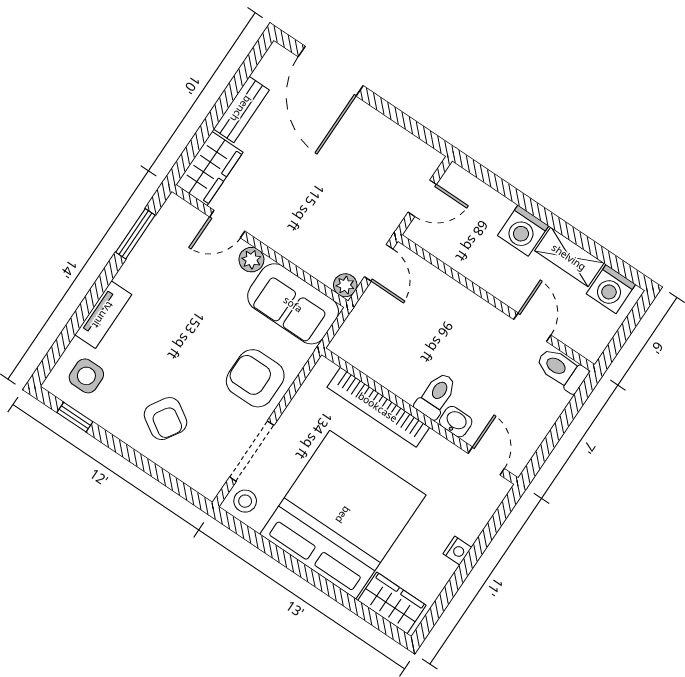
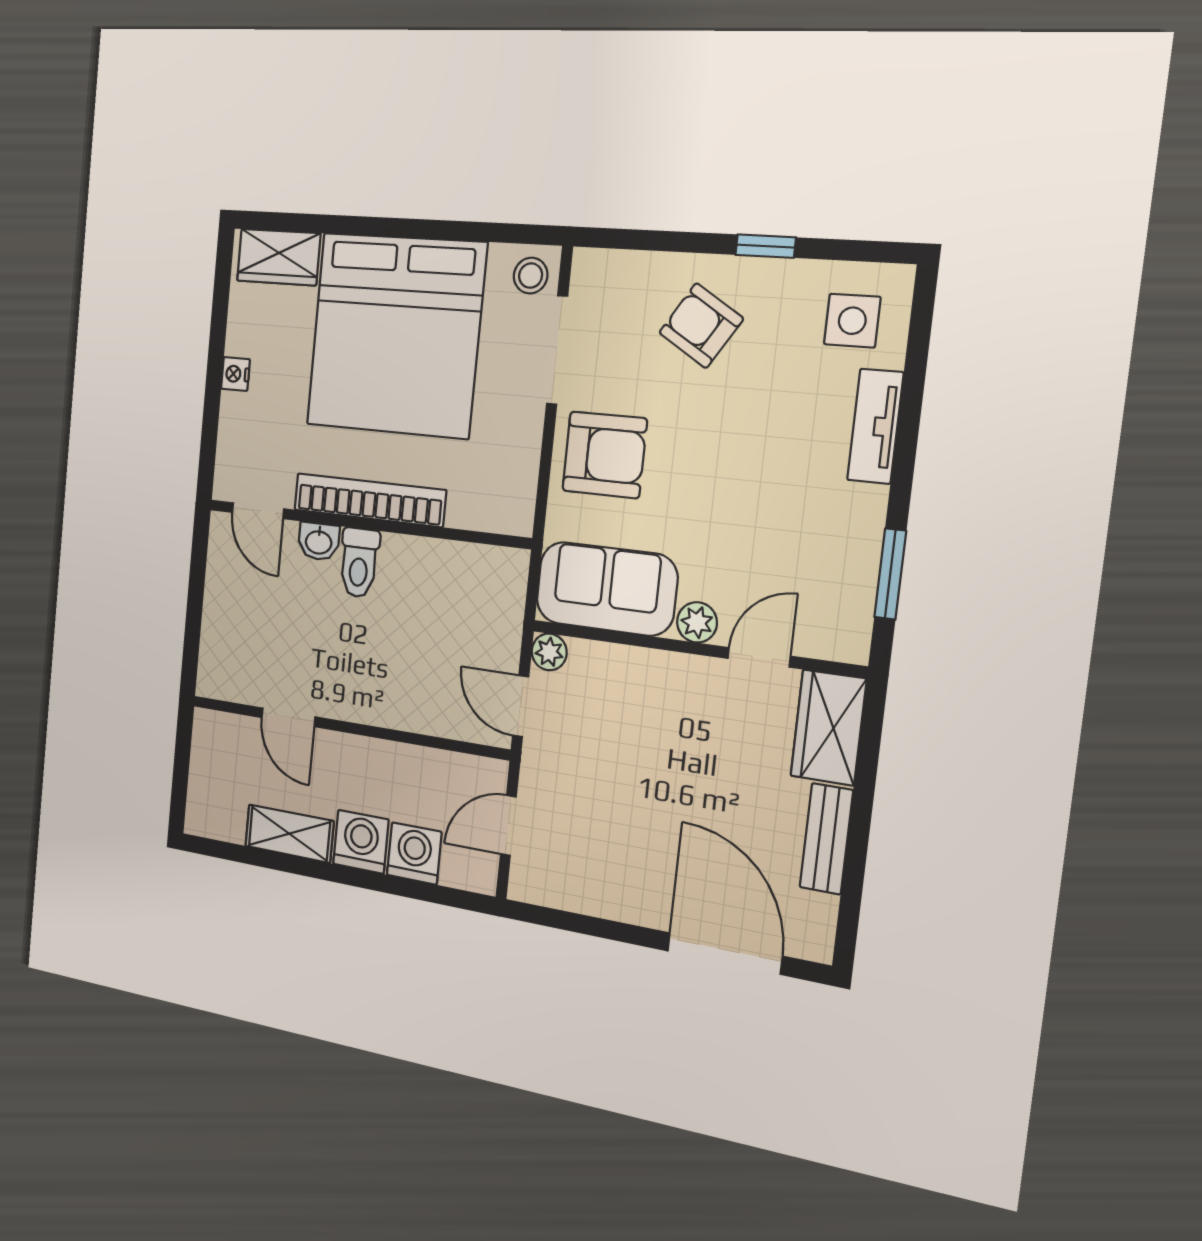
washing machine: (611, 289) -> (414, 853), moved
toilet: (562, 370) -> (228, 680), removed
bookcase: (378, 407) -> (369, 500), moved
window: (75, 417) -> (766, 246), moved

